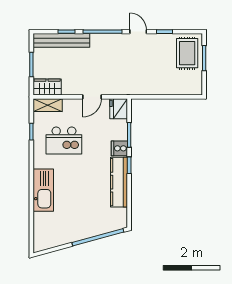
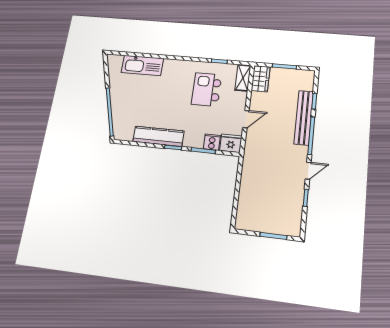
bench: (61, 40) -> (304, 118), moved
rug: (187, 53) -> (281, 218), removed
door: (92, 97) -> (246, 119), swing flipped
cooker: (119, 148) -> (212, 142), moved
kitchen sink: (43, 190) -> (142, 65), moved

